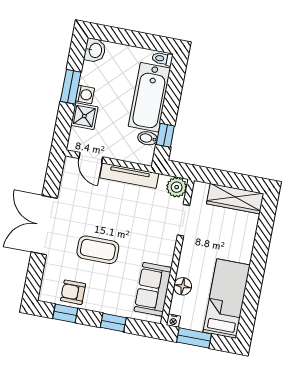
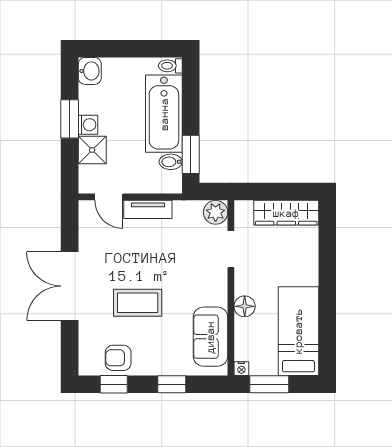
window: (165, 135) -> (191, 154), width x1.50
tv unit: (129, 176) -> (148, 209), width x0.71
floor lamp: (183, 286) -> (245, 306), moved

